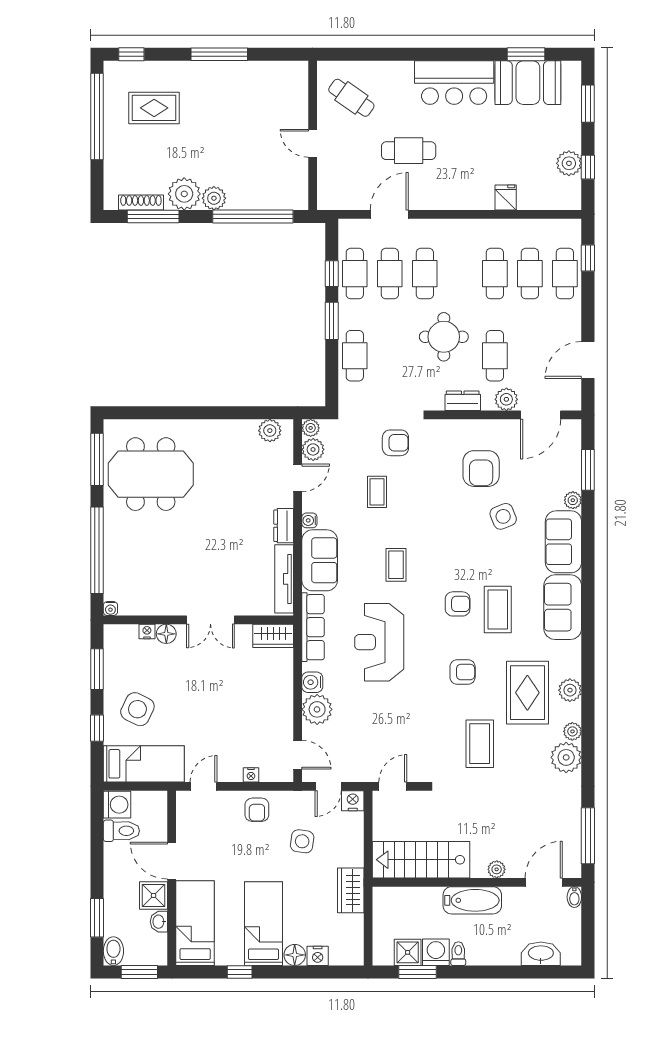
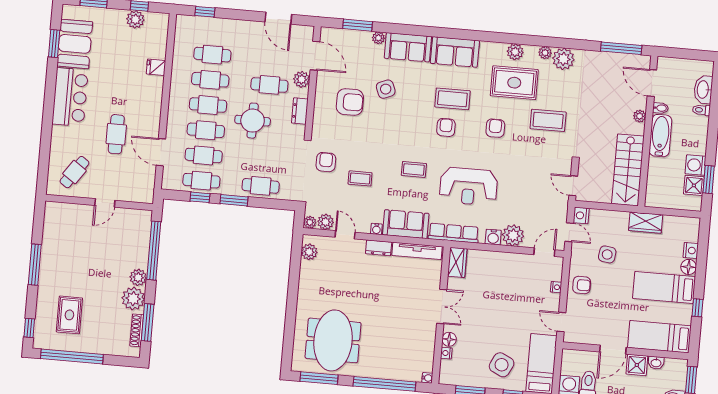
cafe table: (565, 274) -> (208, 105), moved
bidet: (574, 897) -> (660, 108), moved
toilet: (458, 954) -> (701, 110), moved

